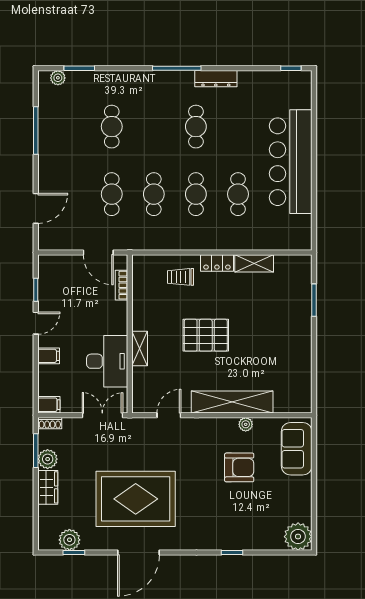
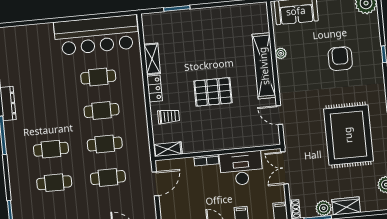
cafe table: (196, 127) -> (51, 149), moved
bar counter: (291, 162) -> (96, 35), moved
trolley: (180, 277) -> (169, 116), turned -90
bookcase: (121, 285) -> (206, 160), moved
pallet: (206, 335) -> (213, 92), turned 90
shelving: (140, 349) -> (168, 149), moved
armchair: (239, 467) -> (340, 59), moved

